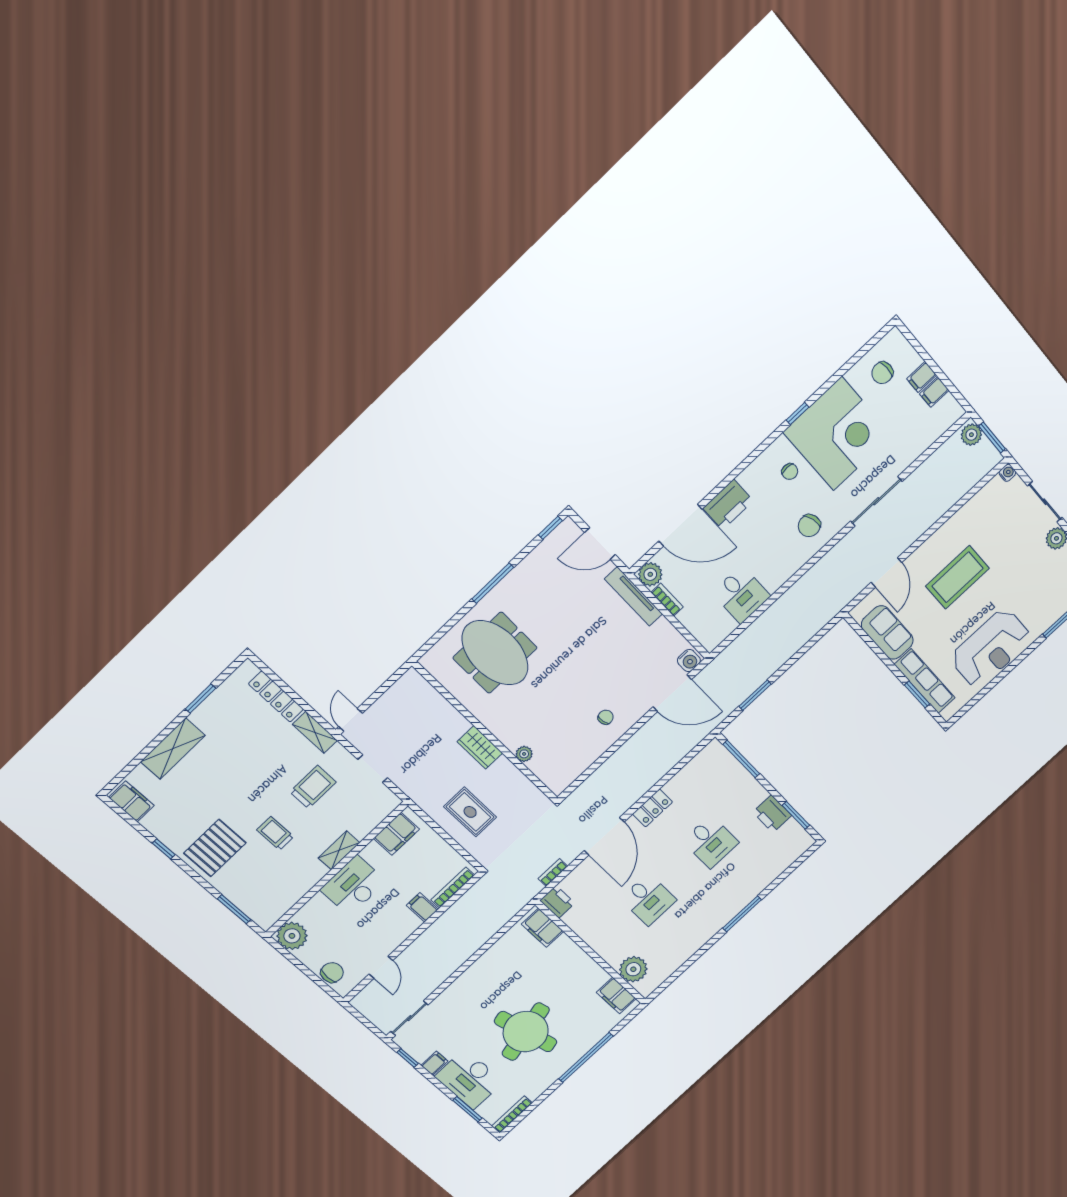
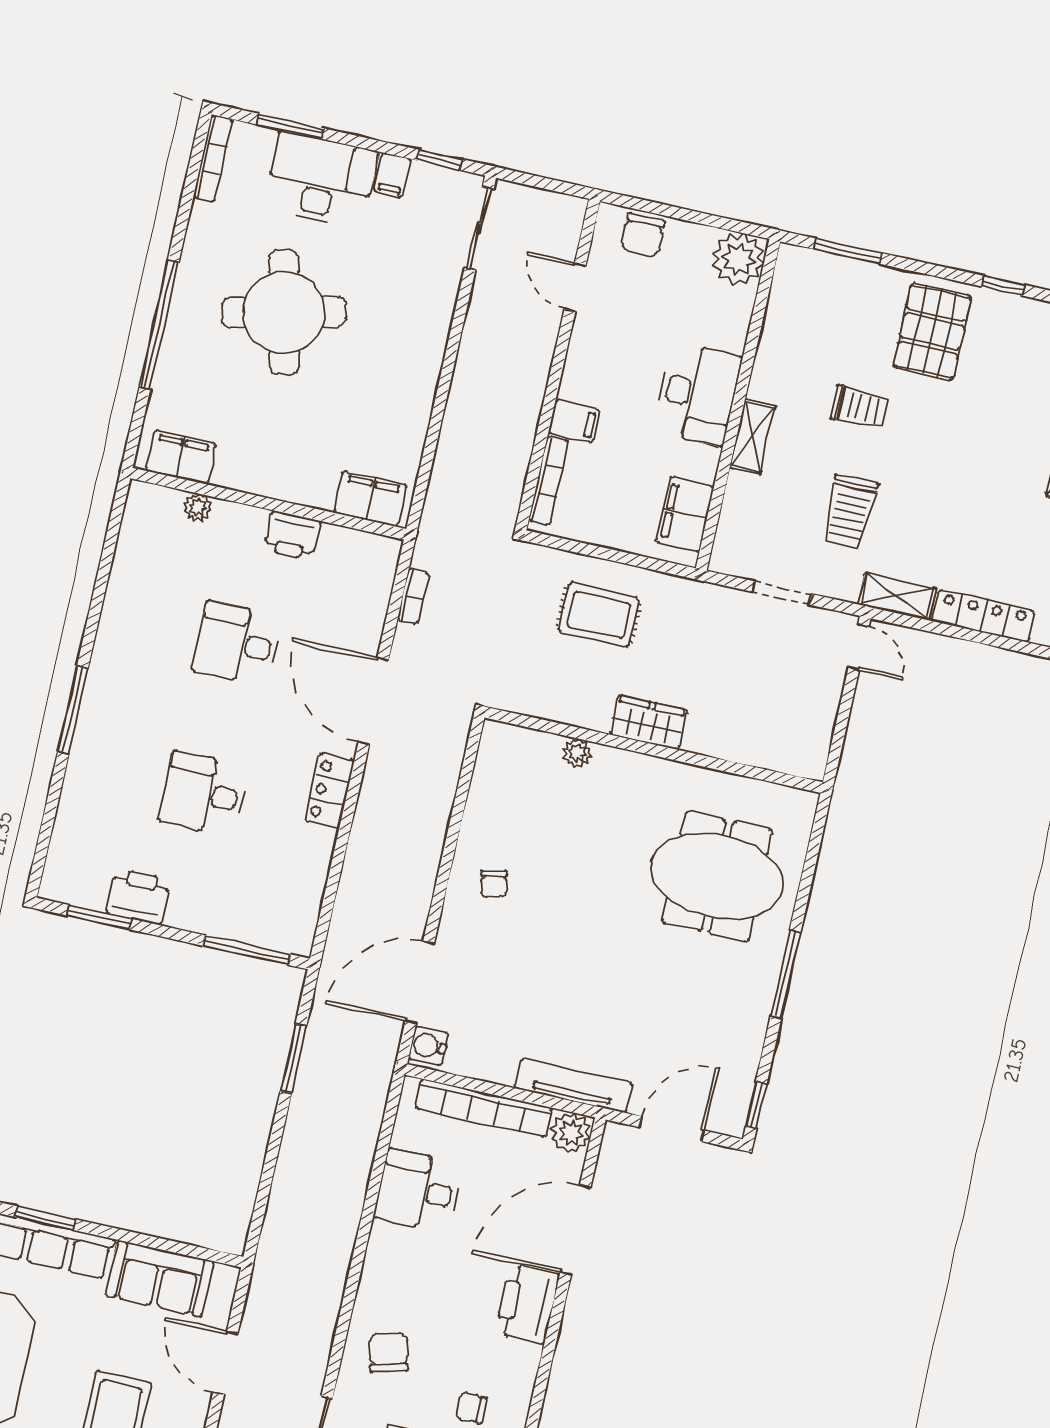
bookcase: (667, 600) -> (484, 1108), width x2.31, depth x1.31
printer: (557, 902) -> (292, 535), moved
plant: (633, 969) -> (198, 507), width x0.53, depth x0.53

